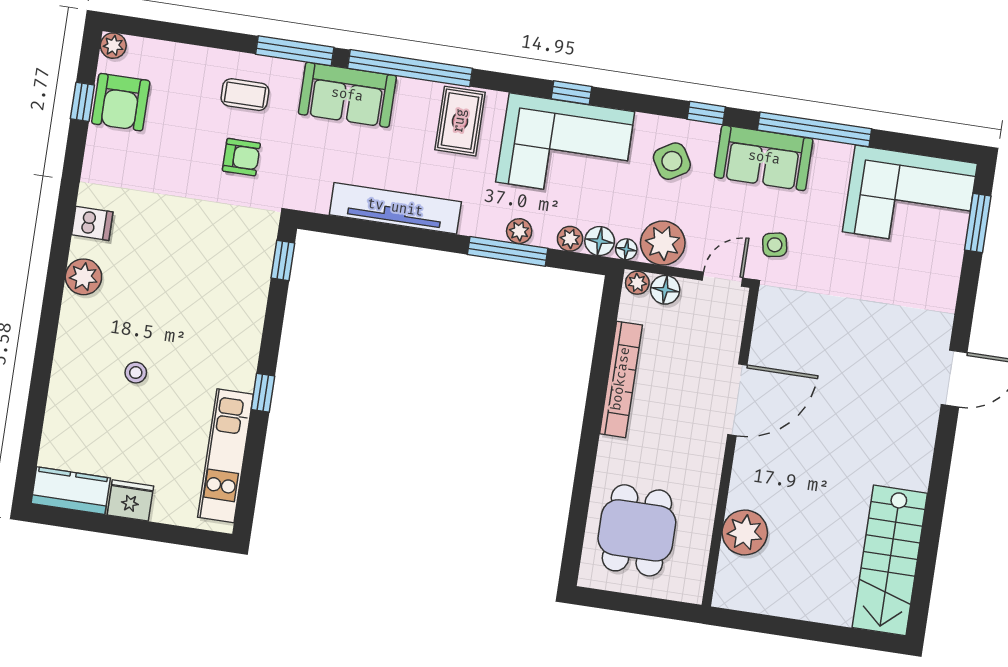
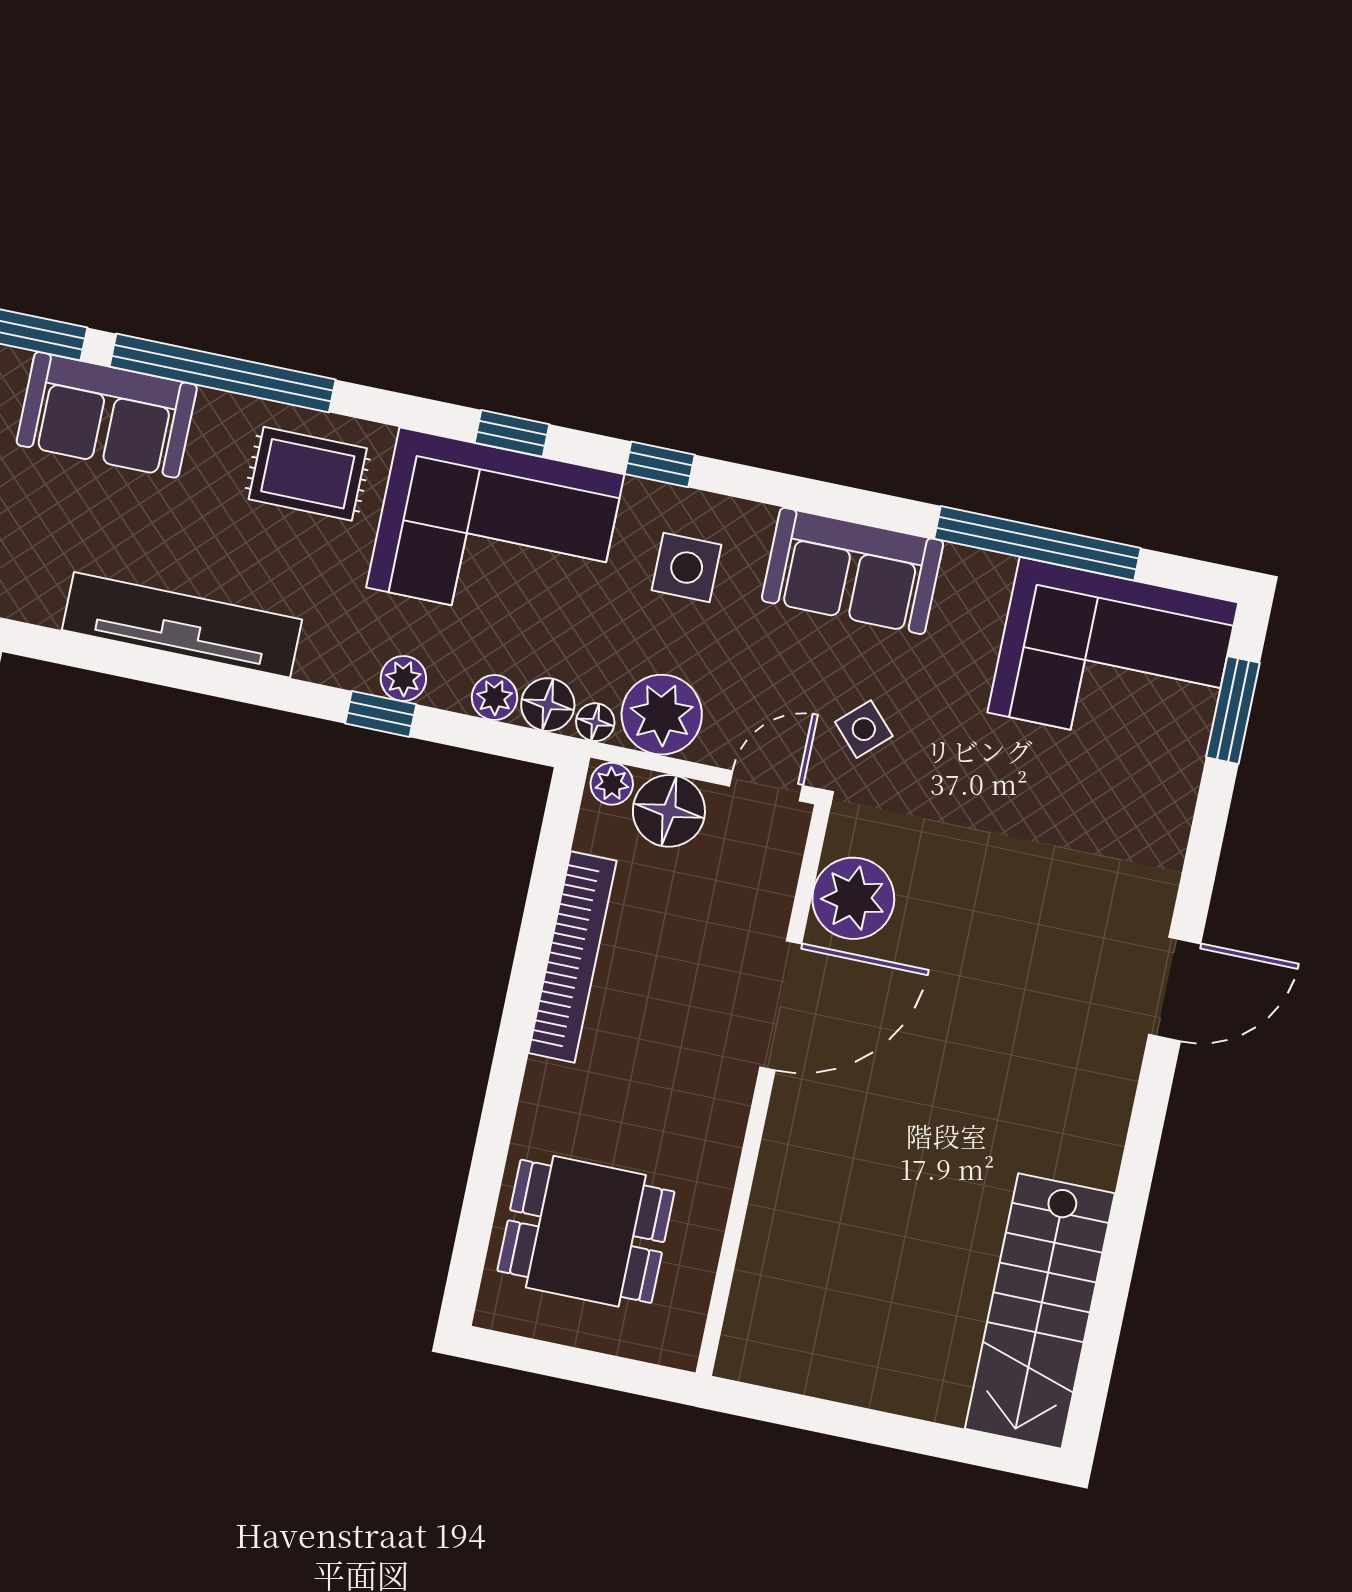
window: (706, 113) -> (660, 464), moved
rug: (460, 121) -> (308, 474), turned 90
window: (815, 129) -> (1038, 543), moved
side table: (672, 161) -> (687, 568), turned 31
side table: (775, 245) -> (864, 729), turned -32
window: (508, 251) -> (381, 714), width x0.46
floor lamp: (665, 290) -> (669, 811), width x1.38, depth x1.38
dining table: (637, 530) -> (586, 1231), turned 90
plant: (745, 533) -> (853, 898), moved

